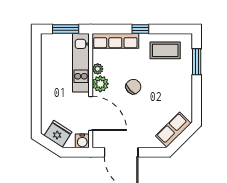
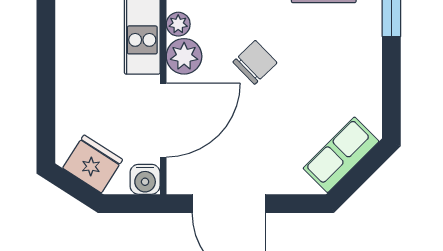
door: (91, 113) -> (163, 120), hinge flipped

